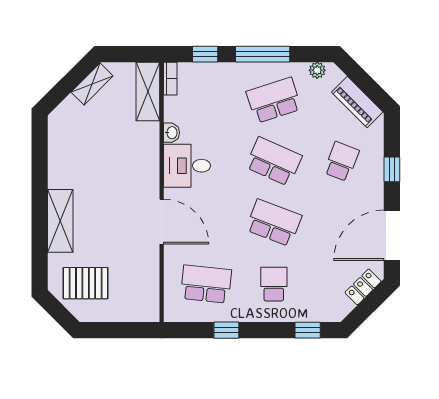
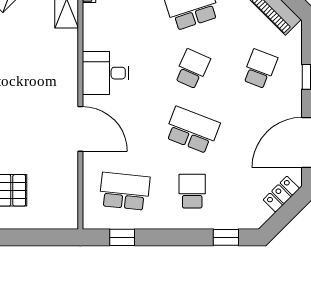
washbasin: (172, 133) -> (90, 40), removed
school desk: (274, 161) -> (192, 69), width x0.54
window: (226, 330) -> (122, 237), moved

